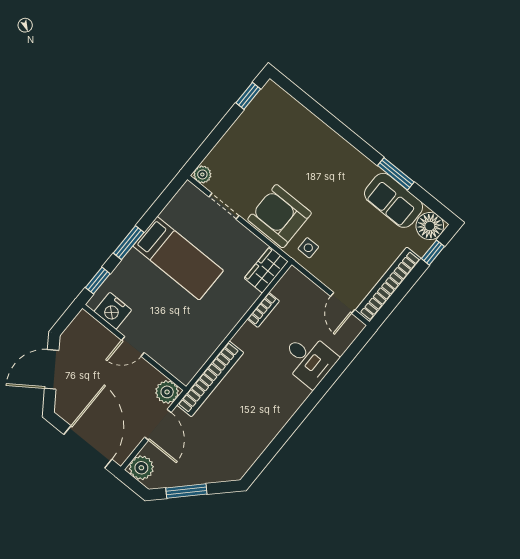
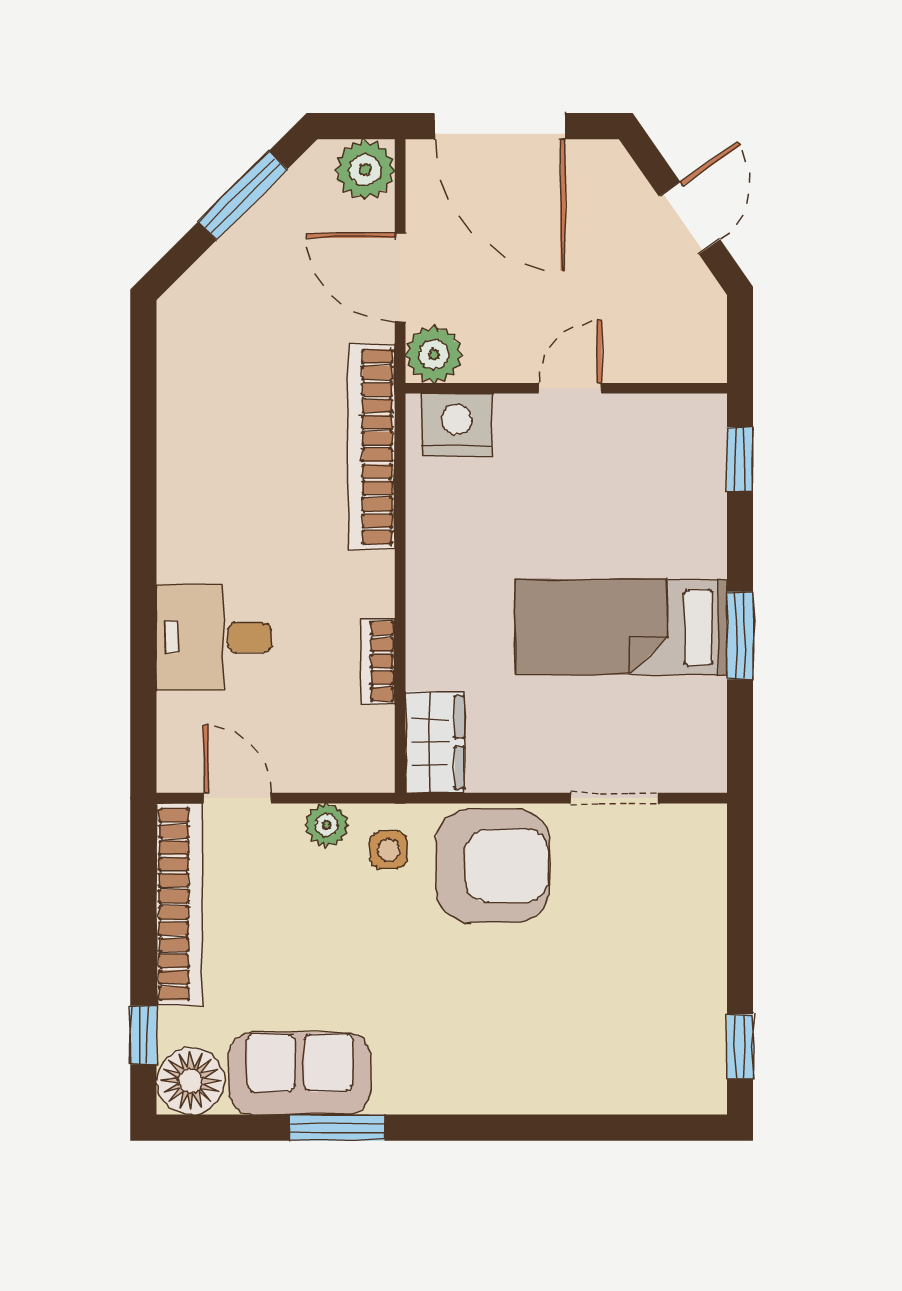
plant: (202, 174) -> (327, 825), moved
window: (129, 243) -> (740, 636), moved
nightstand: (113, 311) -> (457, 425), moved
door: (52, 369) -> (689, 218), width x0.73

